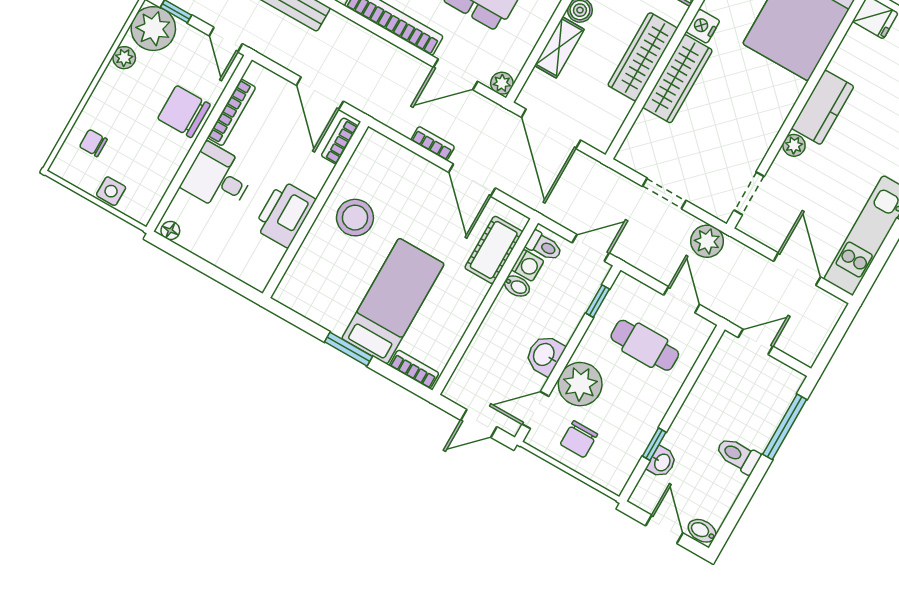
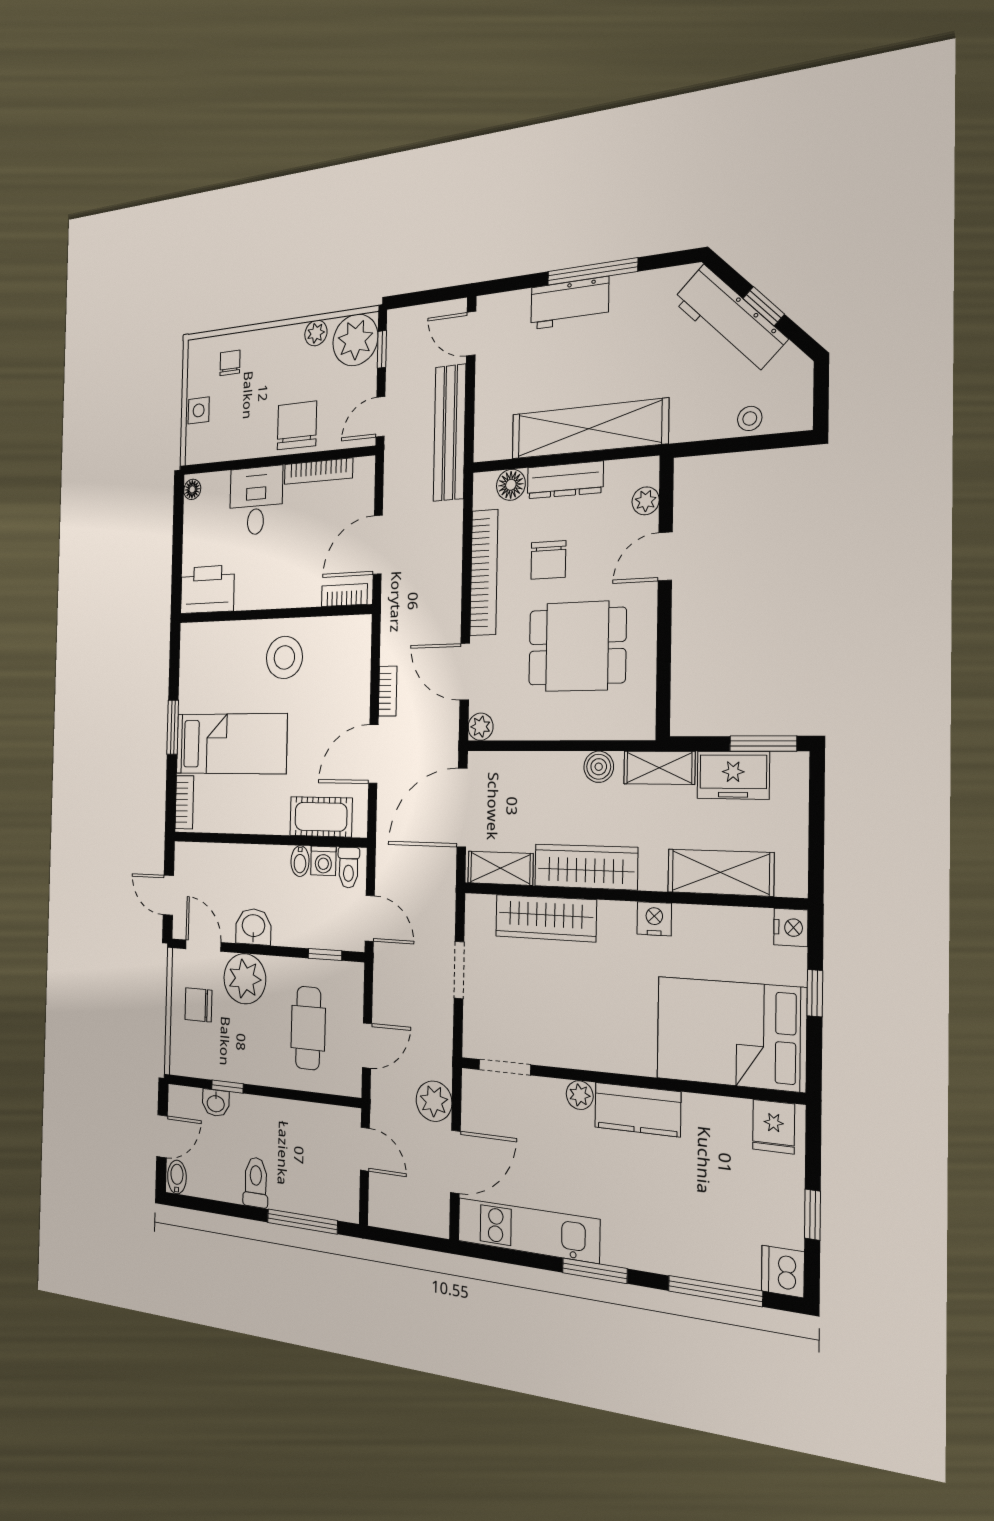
shelving: (559, 47) -> (500, 868), moved
wardrobe: (678, 79) -> (546, 918), moved
printer: (285, 214) -> (207, 589), moved
plant: (707, 241) -> (434, 1101), moved

